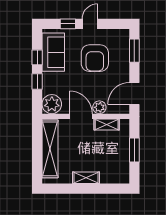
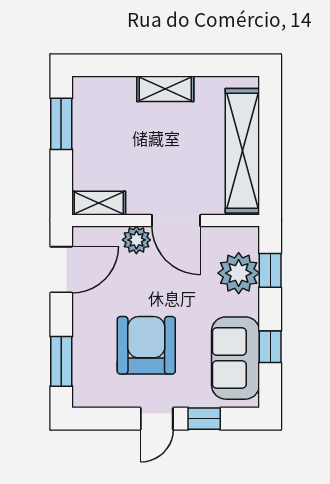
window: (37, 82) -> (270, 270), moved
plant: (52, 104) -> (239, 273), moved
shelving: (107, 124) -> (99, 203), moved
window: (134, 150) -> (61, 124), moved

